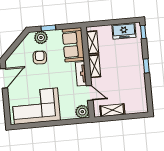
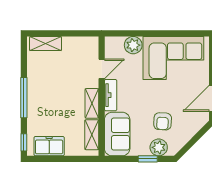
window: (146, 66) -> (24, 98), width x2.17
door: (90, 93) -> (102, 69), swing flipped
shelving: (112, 110) -> (46, 44), moved
plant: (82, 112) -> (133, 45), moved

